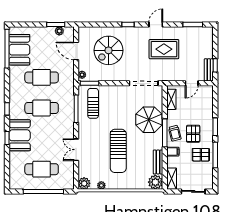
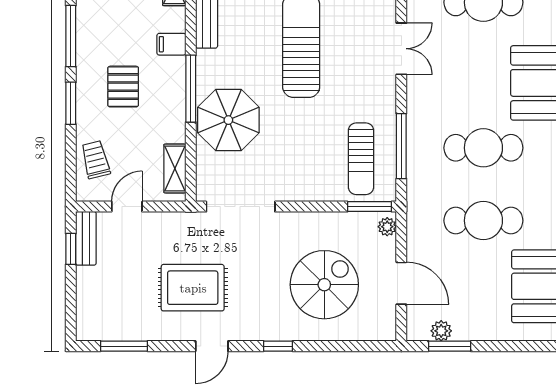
trolley: (175, 133) -> (96, 160), moved
pallet: (201, 155) -> (105, 37), removed

